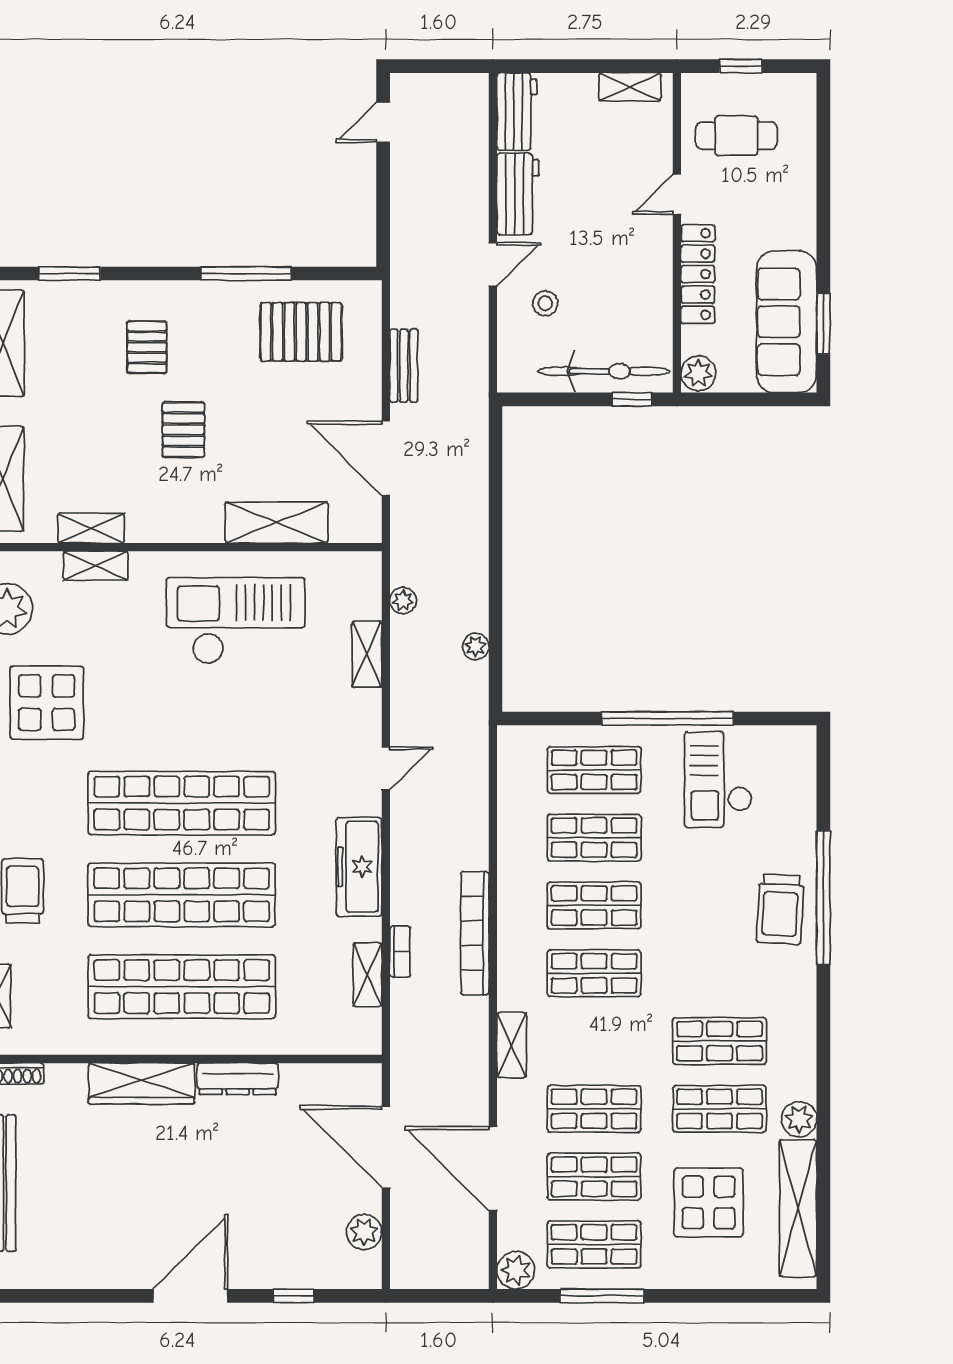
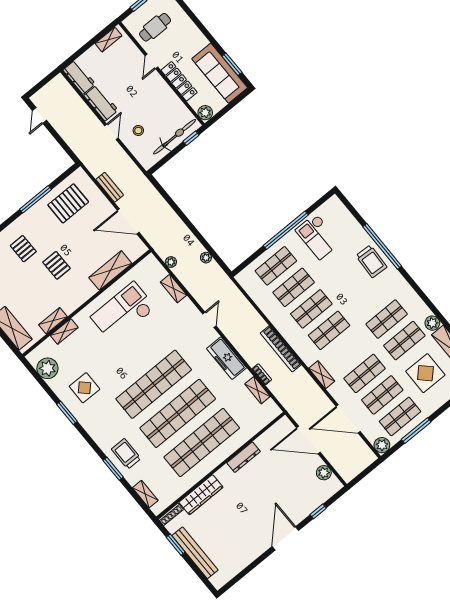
display table: (47, 703) -> (84, 388), width x0.73, depth x0.73
wardrobe: (142, 1084) -> (201, 495), moved

